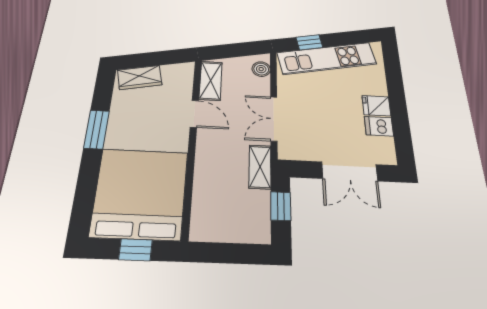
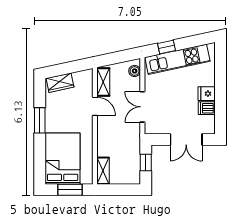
shelving: (260, 167) -> (103, 171), moved
bed: (140, 193) -> (63, 159), width x0.73
window: (136, 250) -> (70, 190), width x1.50

